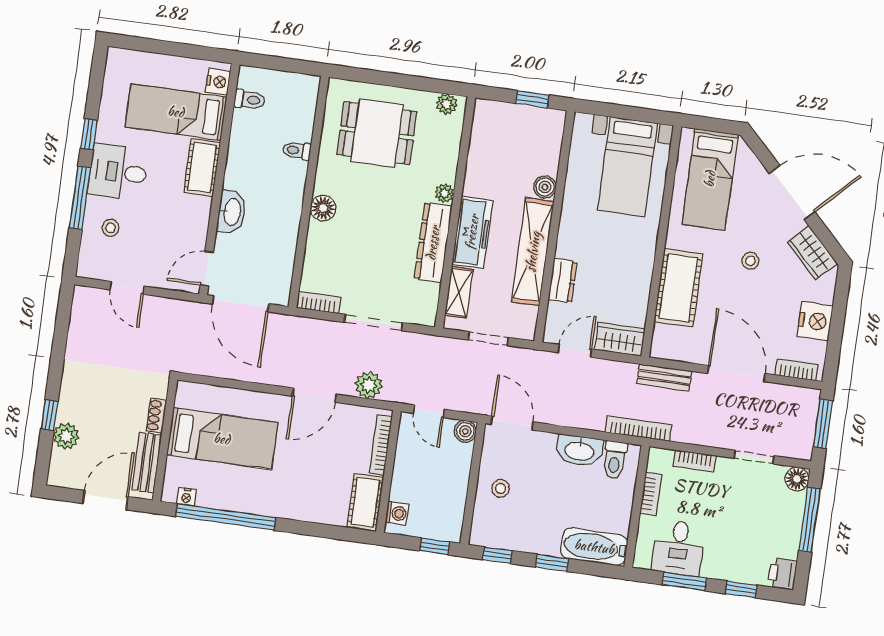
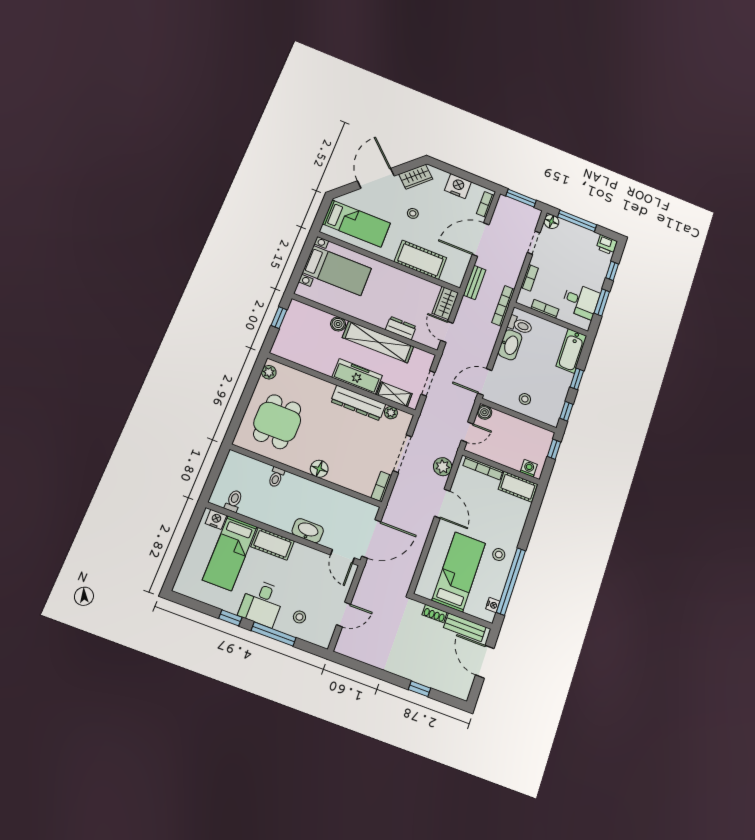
plant: (444, 193) -> (391, 413), moved
plant: (66, 436) -> (436, 680), removed
stool: (260, 492) -> (499, 555), added

